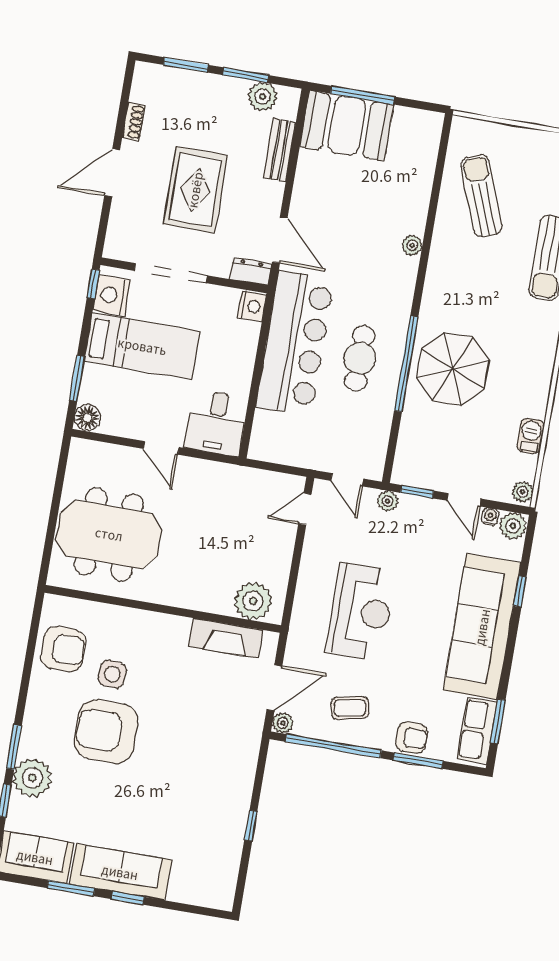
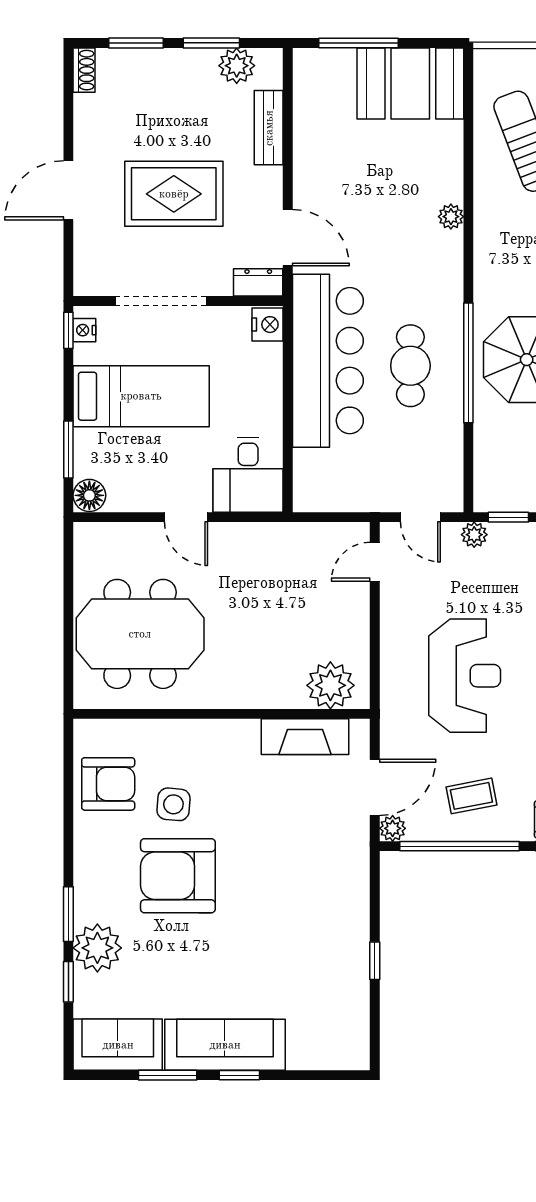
shoe rack: (134, 122) -> (84, 70), moved
booth: (347, 126) -> (410, 83), moved
rug: (195, 190) -> (174, 194), turned 90
nightstand: (112, 295) -> (84, 330), width x0.53, depth x0.56

